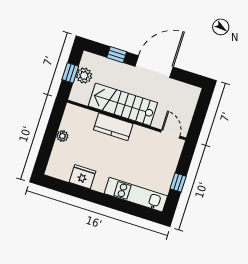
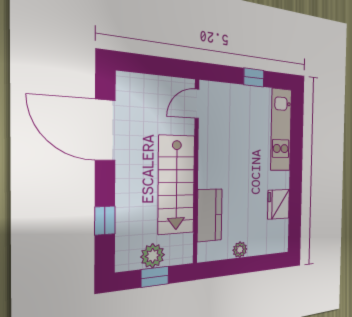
door: (154, 67) -> (105, 130), moved
kitchen counter: (113, 127) -> (210, 215), moved

